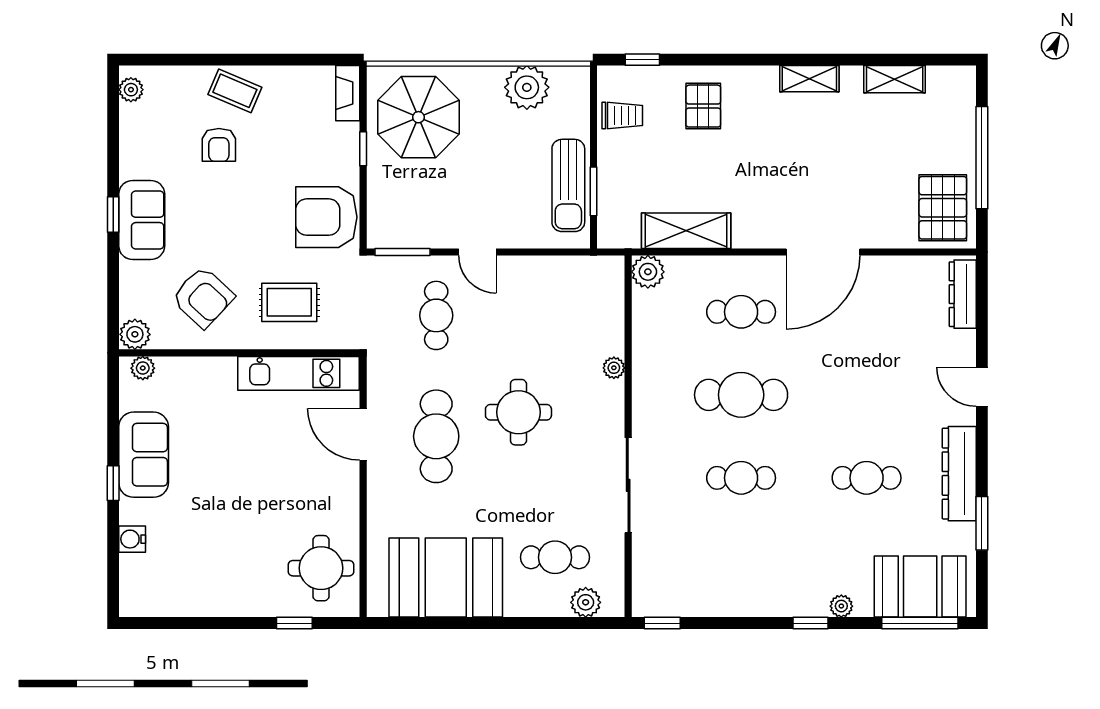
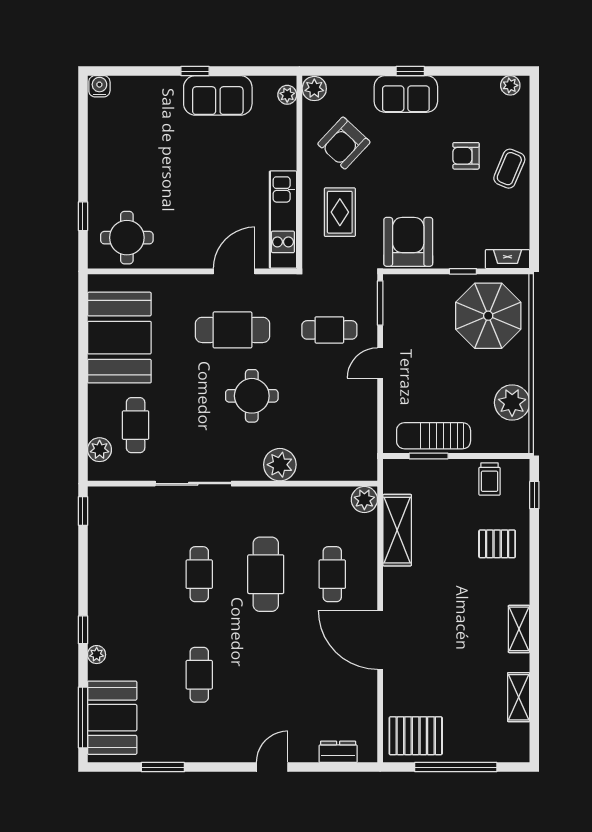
dresser: (963, 294) -> (338, 752), width x0.70
plant: (614, 368) -> (280, 465), width x1.88, depth x1.88
dresser: (959, 474) -> (203, 749), removed
water cooler: (132, 539) -> (99, 86), moved

